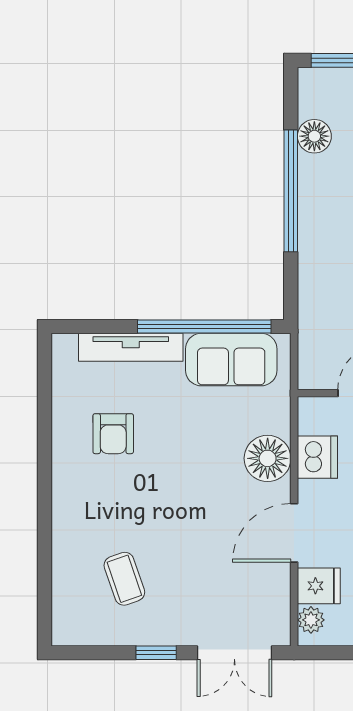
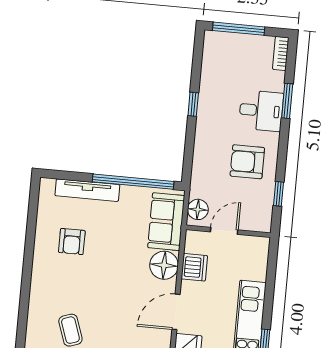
floor lamp: (314, 136) -> (198, 209), moved
window: (291, 191) -> (193, 104), width x0.32
sofa: (231, 360) -> (166, 222), moved, turned 90

